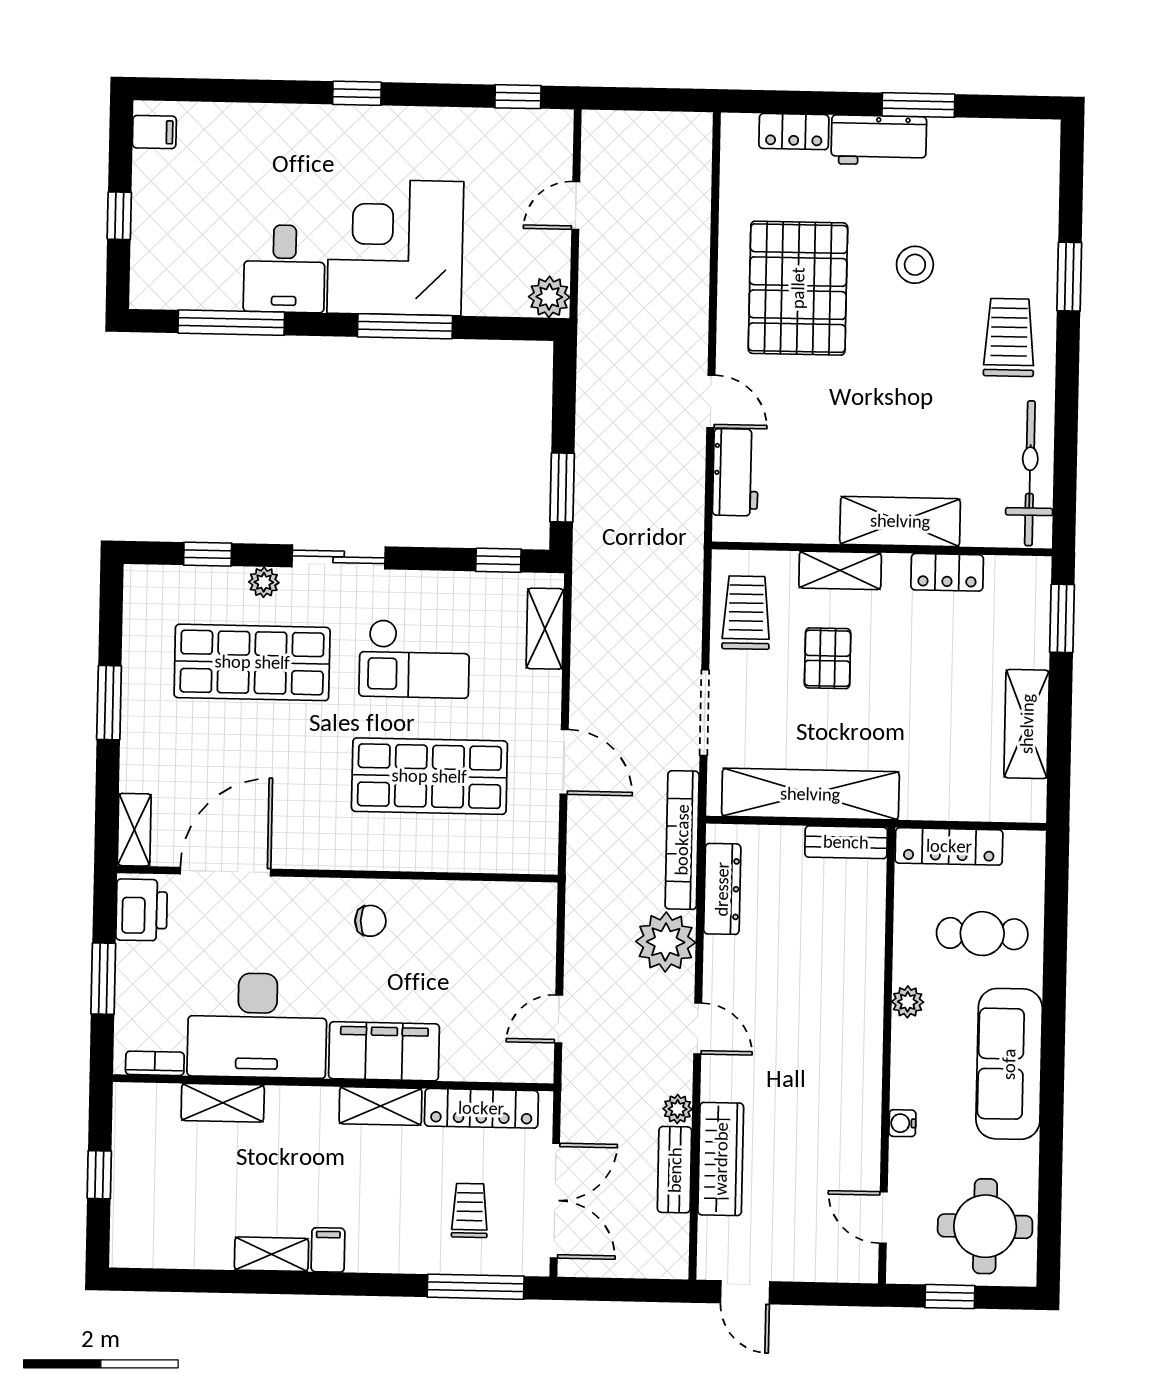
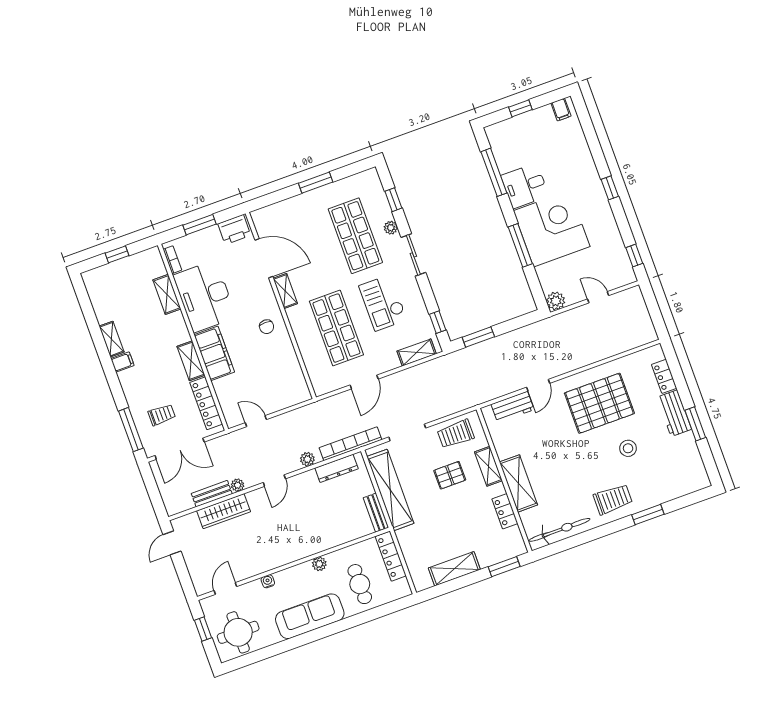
trolley: (746, 613) -> (456, 434), turned 180
shelving: (134, 830) -> (285, 291), moved, turned 90
plant: (666, 942) -> (307, 459), width x0.53, depth x0.53

